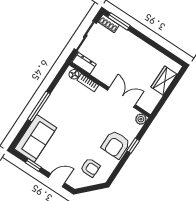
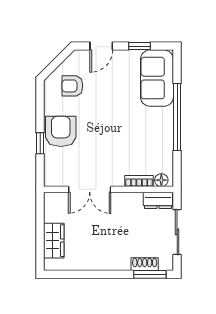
shoe rack: (109, 23) -> (145, 264), moved
window: (39, 107) -> (177, 117), width x1.46
plant: (141, 119) -> (51, 179), removed

